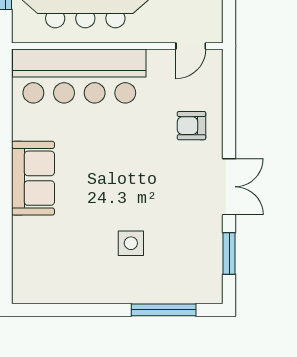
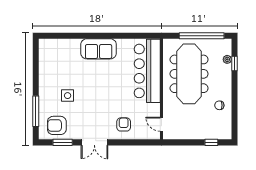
armchair: (194, 266) -> (57, 125), added

